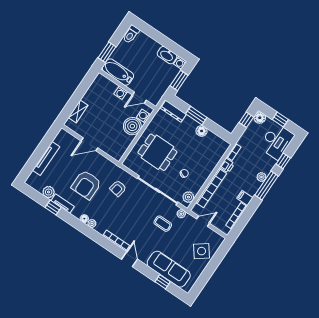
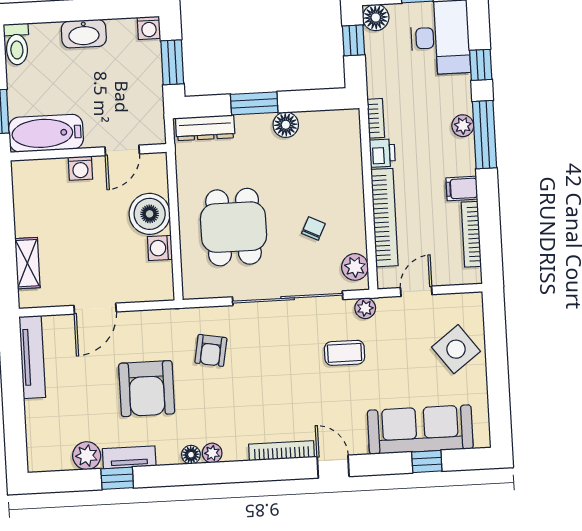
washbasin: (167, 55) -> (84, 34), moved
washing machine: (144, 116) -> (160, 248), moved
dining table: (157, 152) -> (233, 227), turned 90
tv unit: (46, 158) -> (32, 357), moved

